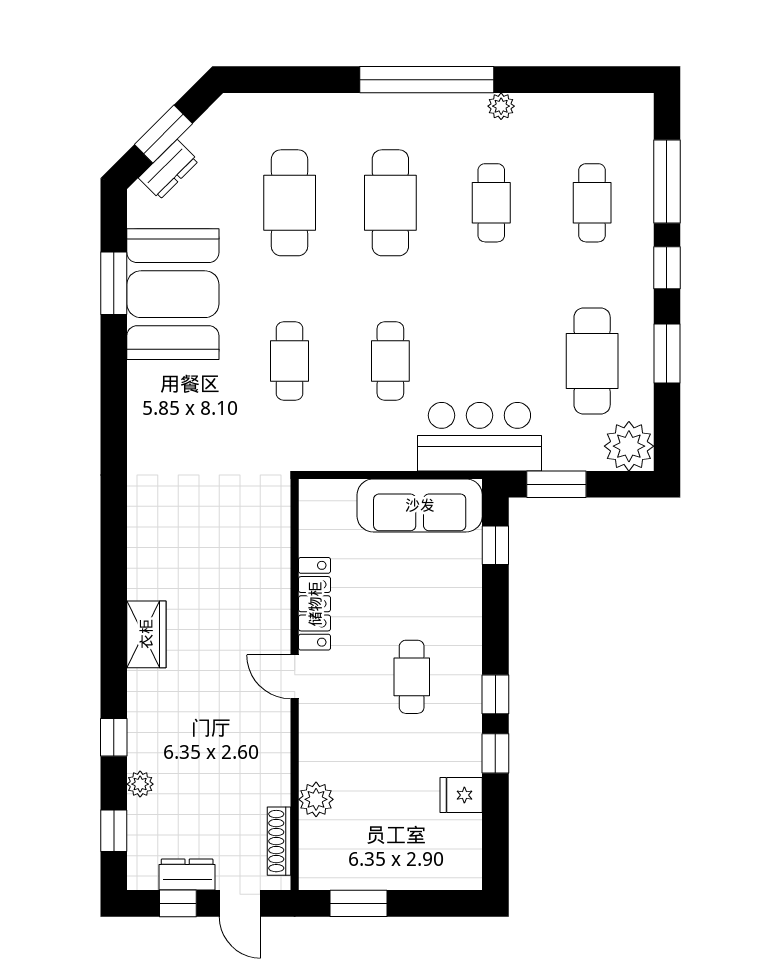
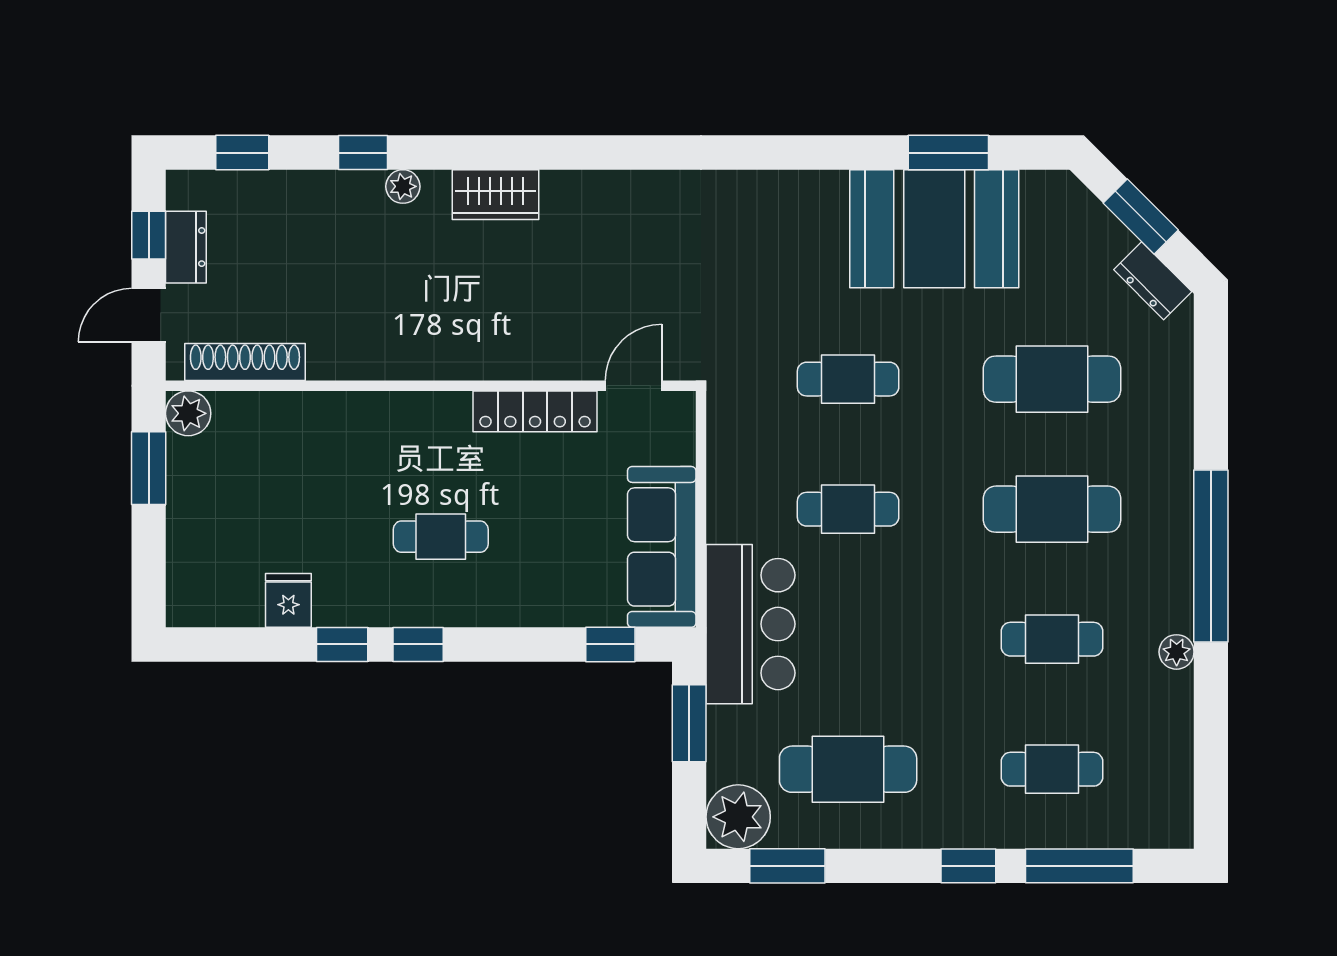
dresser: (169, 169) -> (1153, 281), moved
window: (667, 353) -> (787, 866), moved
door: (295, 677) -> (634, 386), moved
plant: (140, 784) -> (403, 186), moved
plant: (316, 799) -> (188, 413), moved
shoe rack: (279, 841) -> (245, 362), width x1.36, depth x1.24

